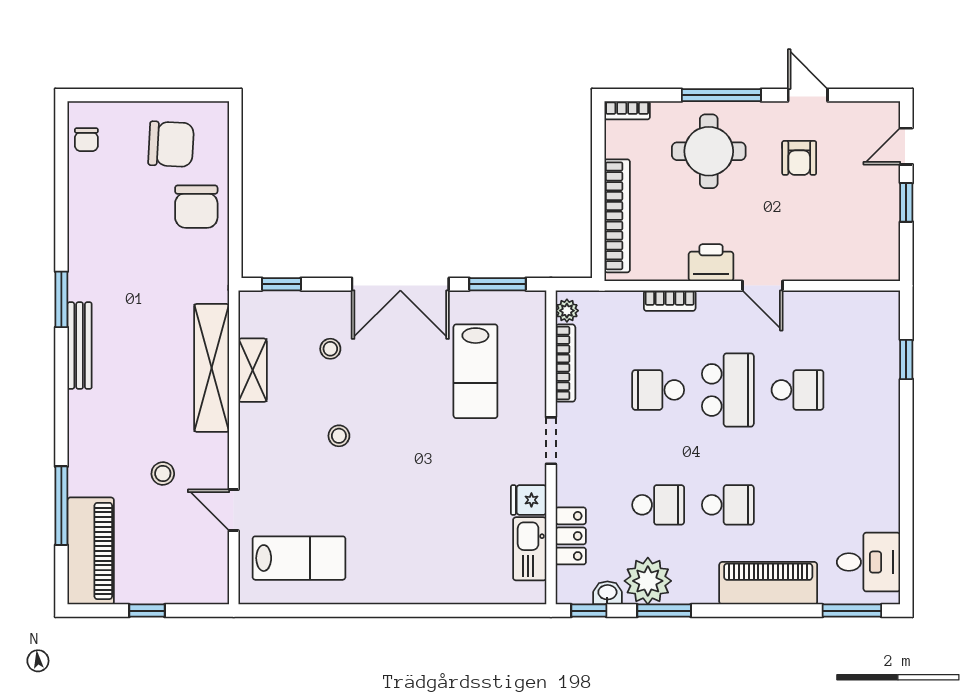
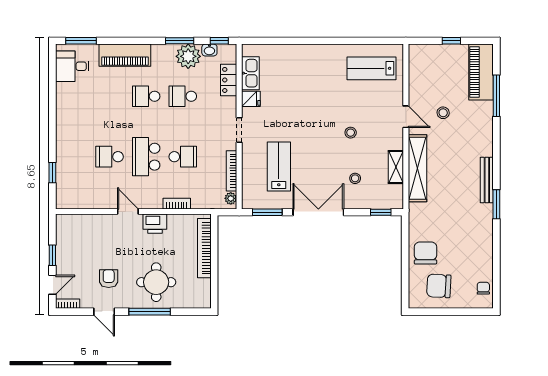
bookcase: (627, 110) -> (68, 304), moved
door: (234, 510) -> (406, 117), moved

